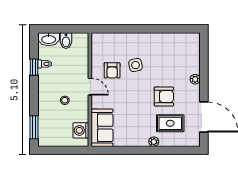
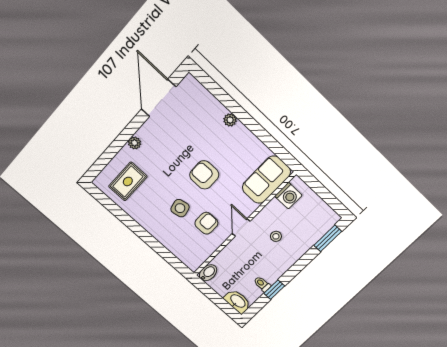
bidet: (66, 41) -> (208, 273), moved
armchair: (164, 96) -> (204, 175), moved
rug: (170, 123) -> (128, 181), moved, turned 90

